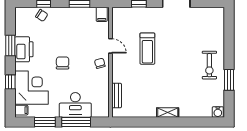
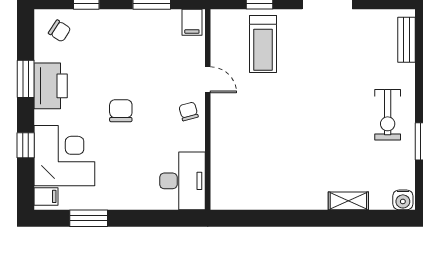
chair: (42, 15) -> (60, 31), moved
treadmill: (147, 49) -> (263, 44), moved
bench: (117, 95) -> (406, 40), moved
desk: (75, 105) -> (183, 181), moved, turned -90
shelving: (168, 113) -> (348, 201), moved
window: (76, 122) -> (145, 218), removed

